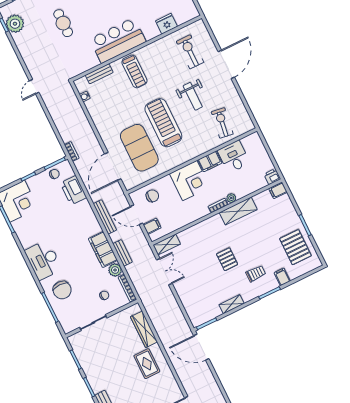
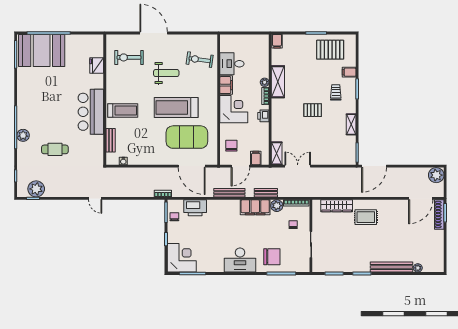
printer: (272, 177) -> (263, 116), moved

